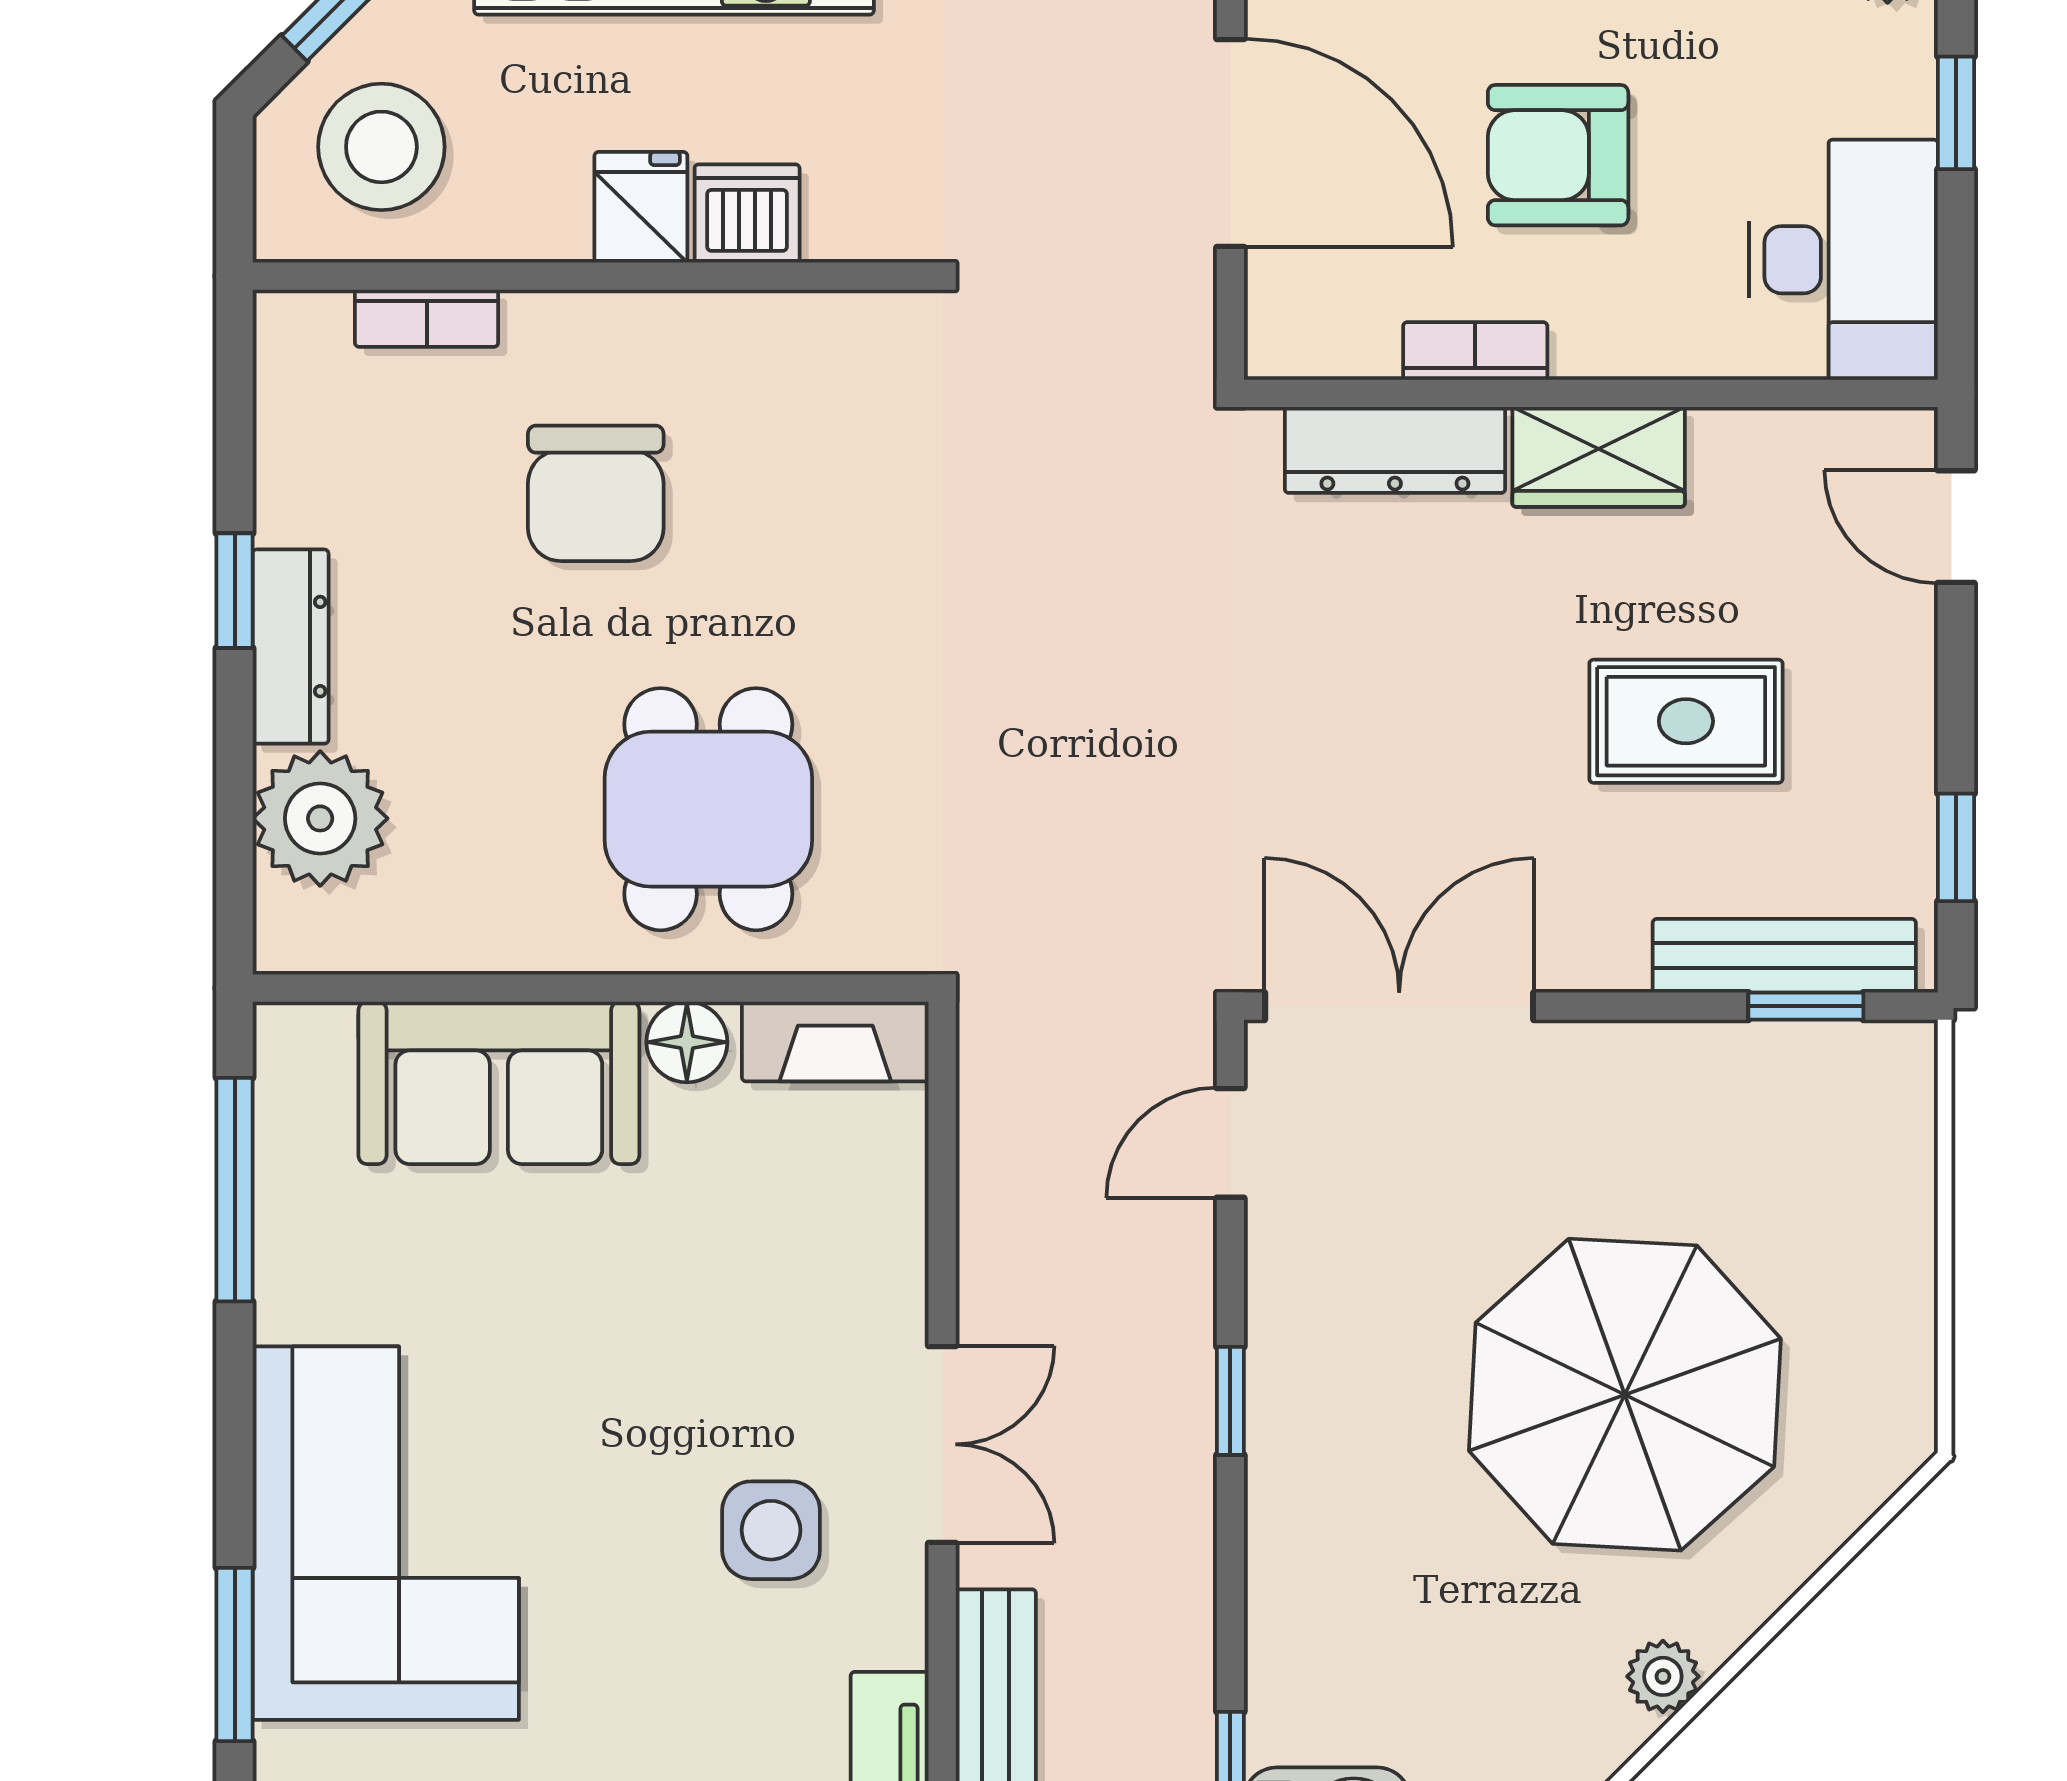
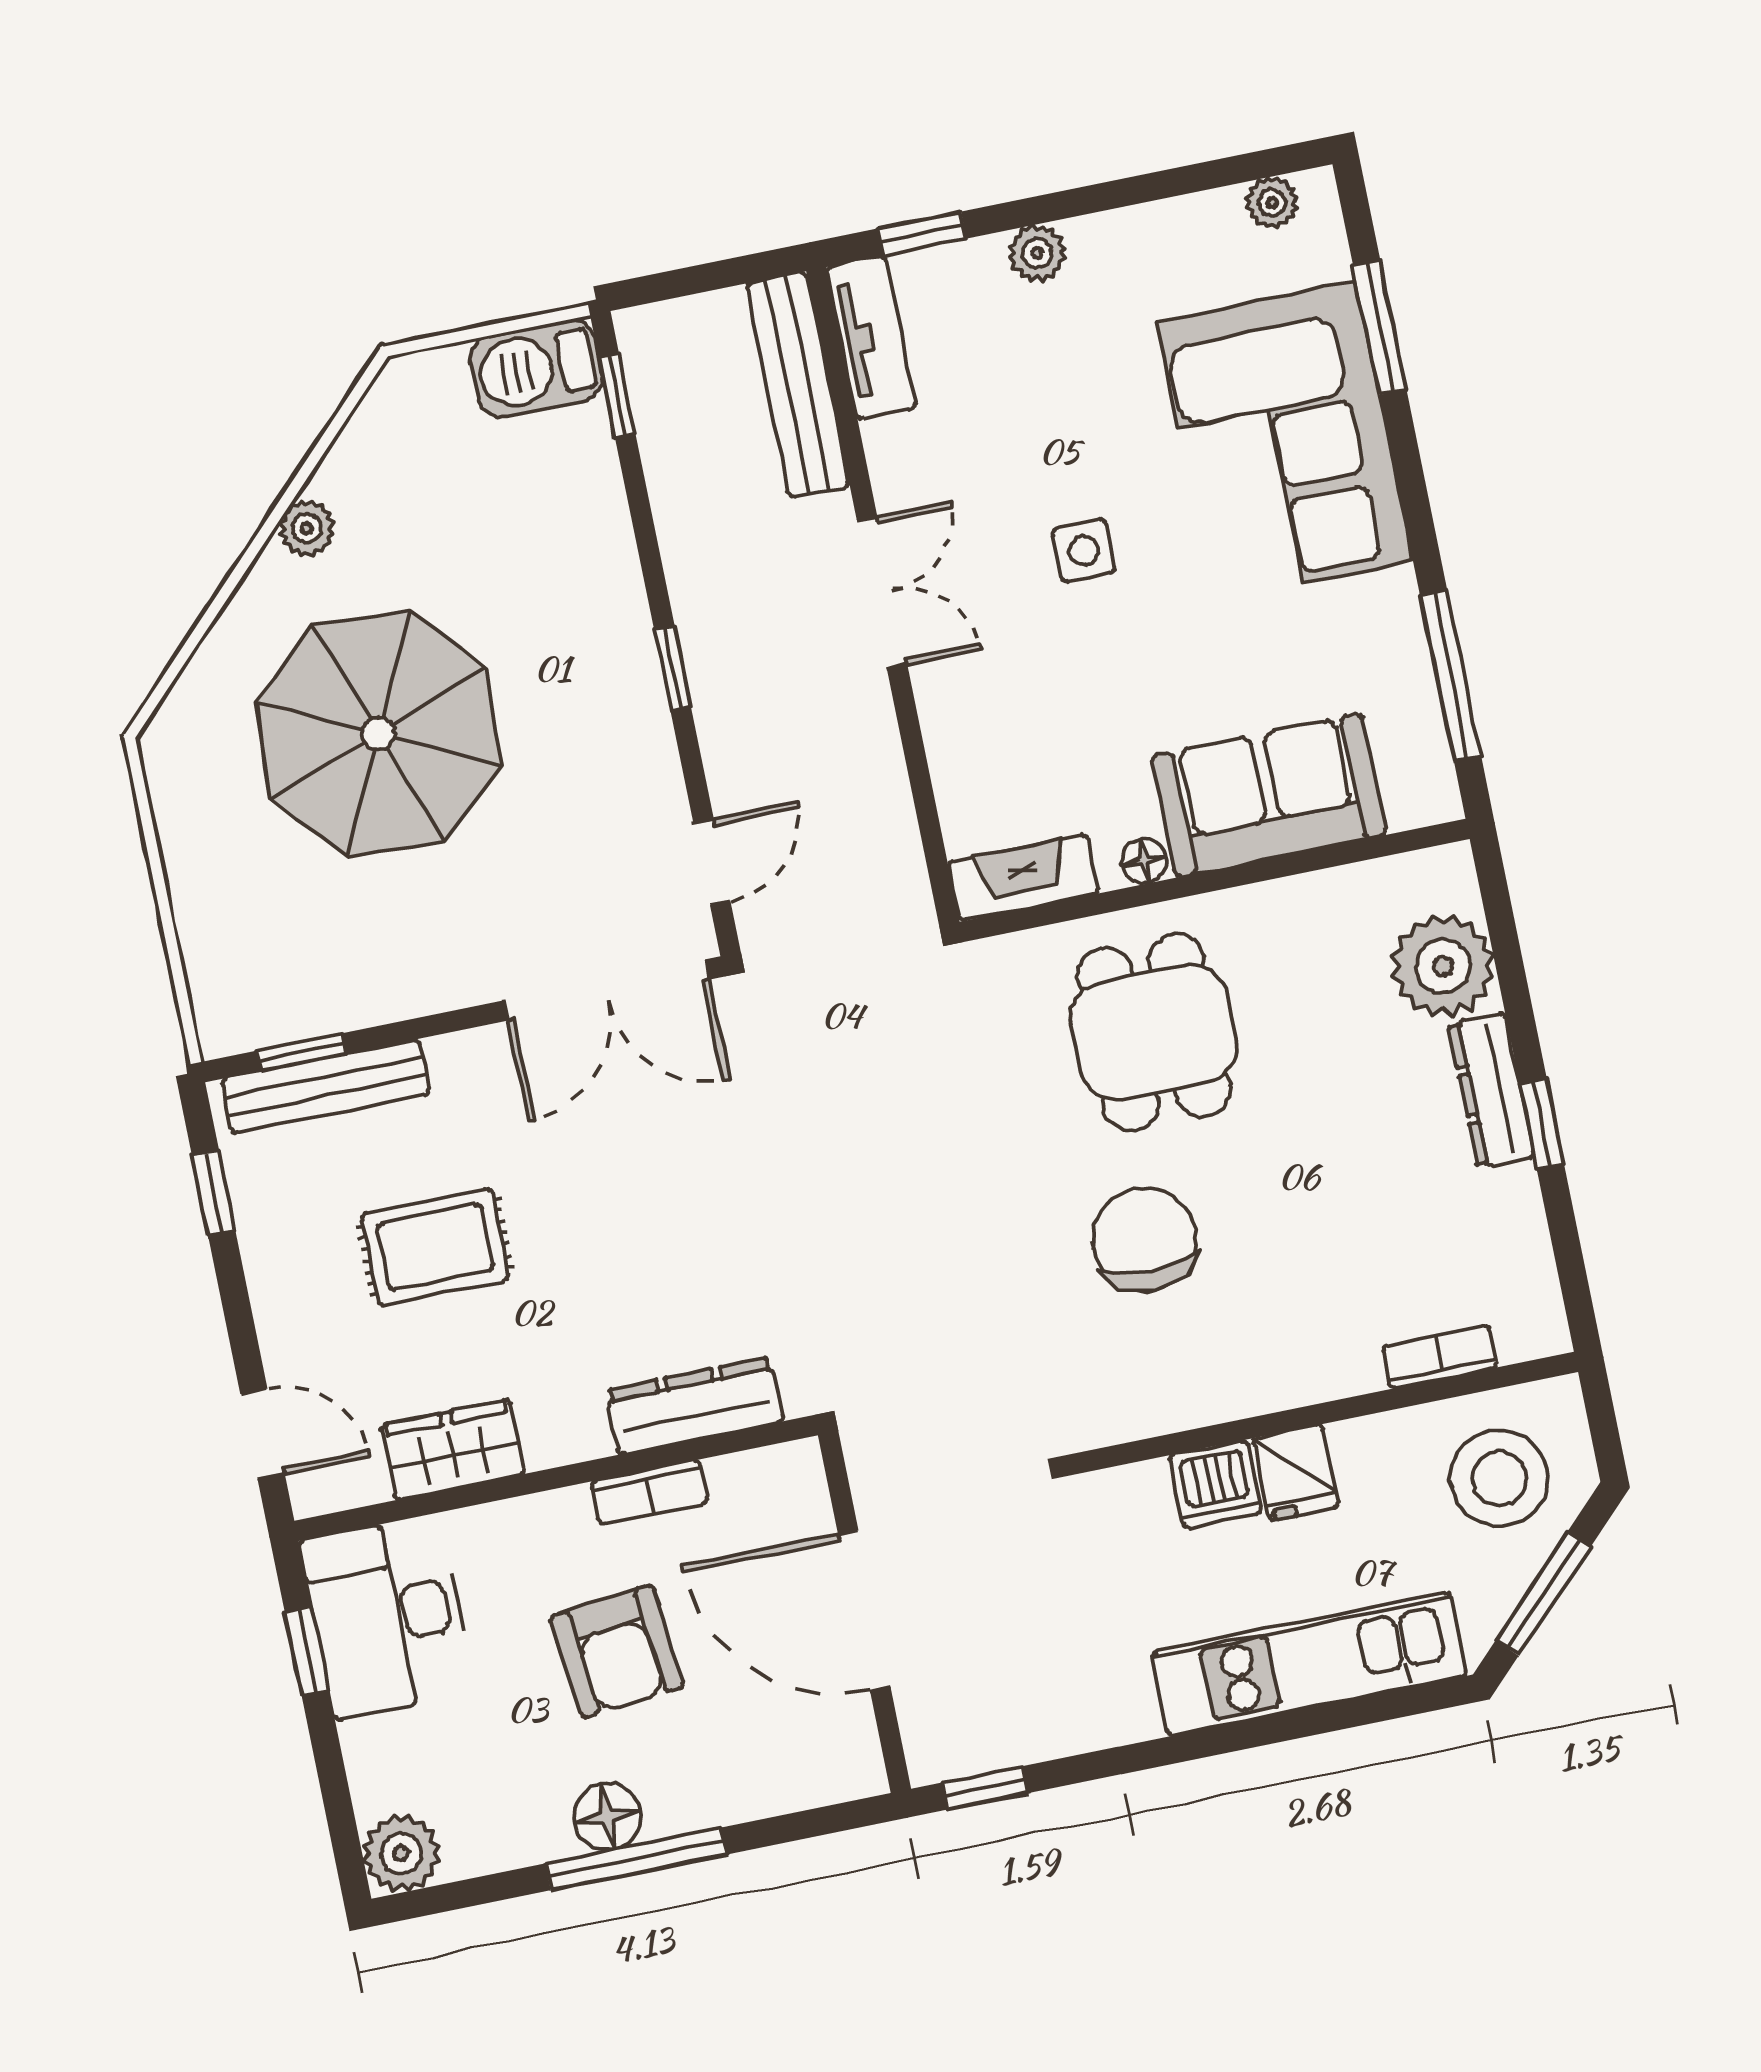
window: (1956, 113) -> (307, 1651), moved
armchair: (1558, 155) -> (617, 1651), turned 84
wardrobe: (1599, 457) -> (453, 1450), moved
chair: (596, 493) -> (1145, 1240), moved
floor lamp: (687, 1042) -> (1144, 861), width x0.73, depth x0.73
double door: (942, 1444) -> (882, 592), swing flipped
side table: (771, 1530) -> (1084, 550), moved, width x0.73, depth x0.73

